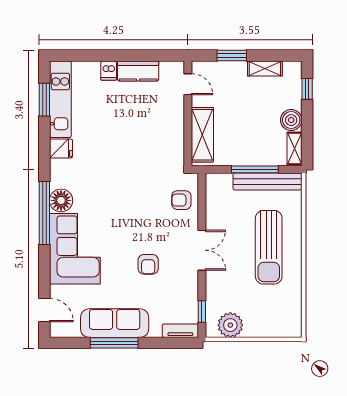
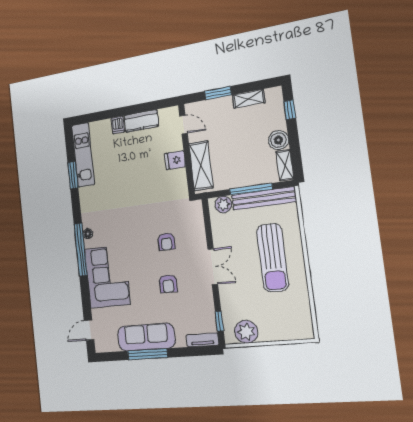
window: (44, 100) -> (73, 175), moved
fridge: (61, 149) -> (175, 160), moved, turned 180
plant: (222, 182) -> (223, 205), added
floor lamp: (61, 200) -> (88, 234), width x0.53, depth x0.53
armchair: (181, 200) -> (166, 242), moved, turned -90
door: (44, 310) -> (89, 330), swing flipped

